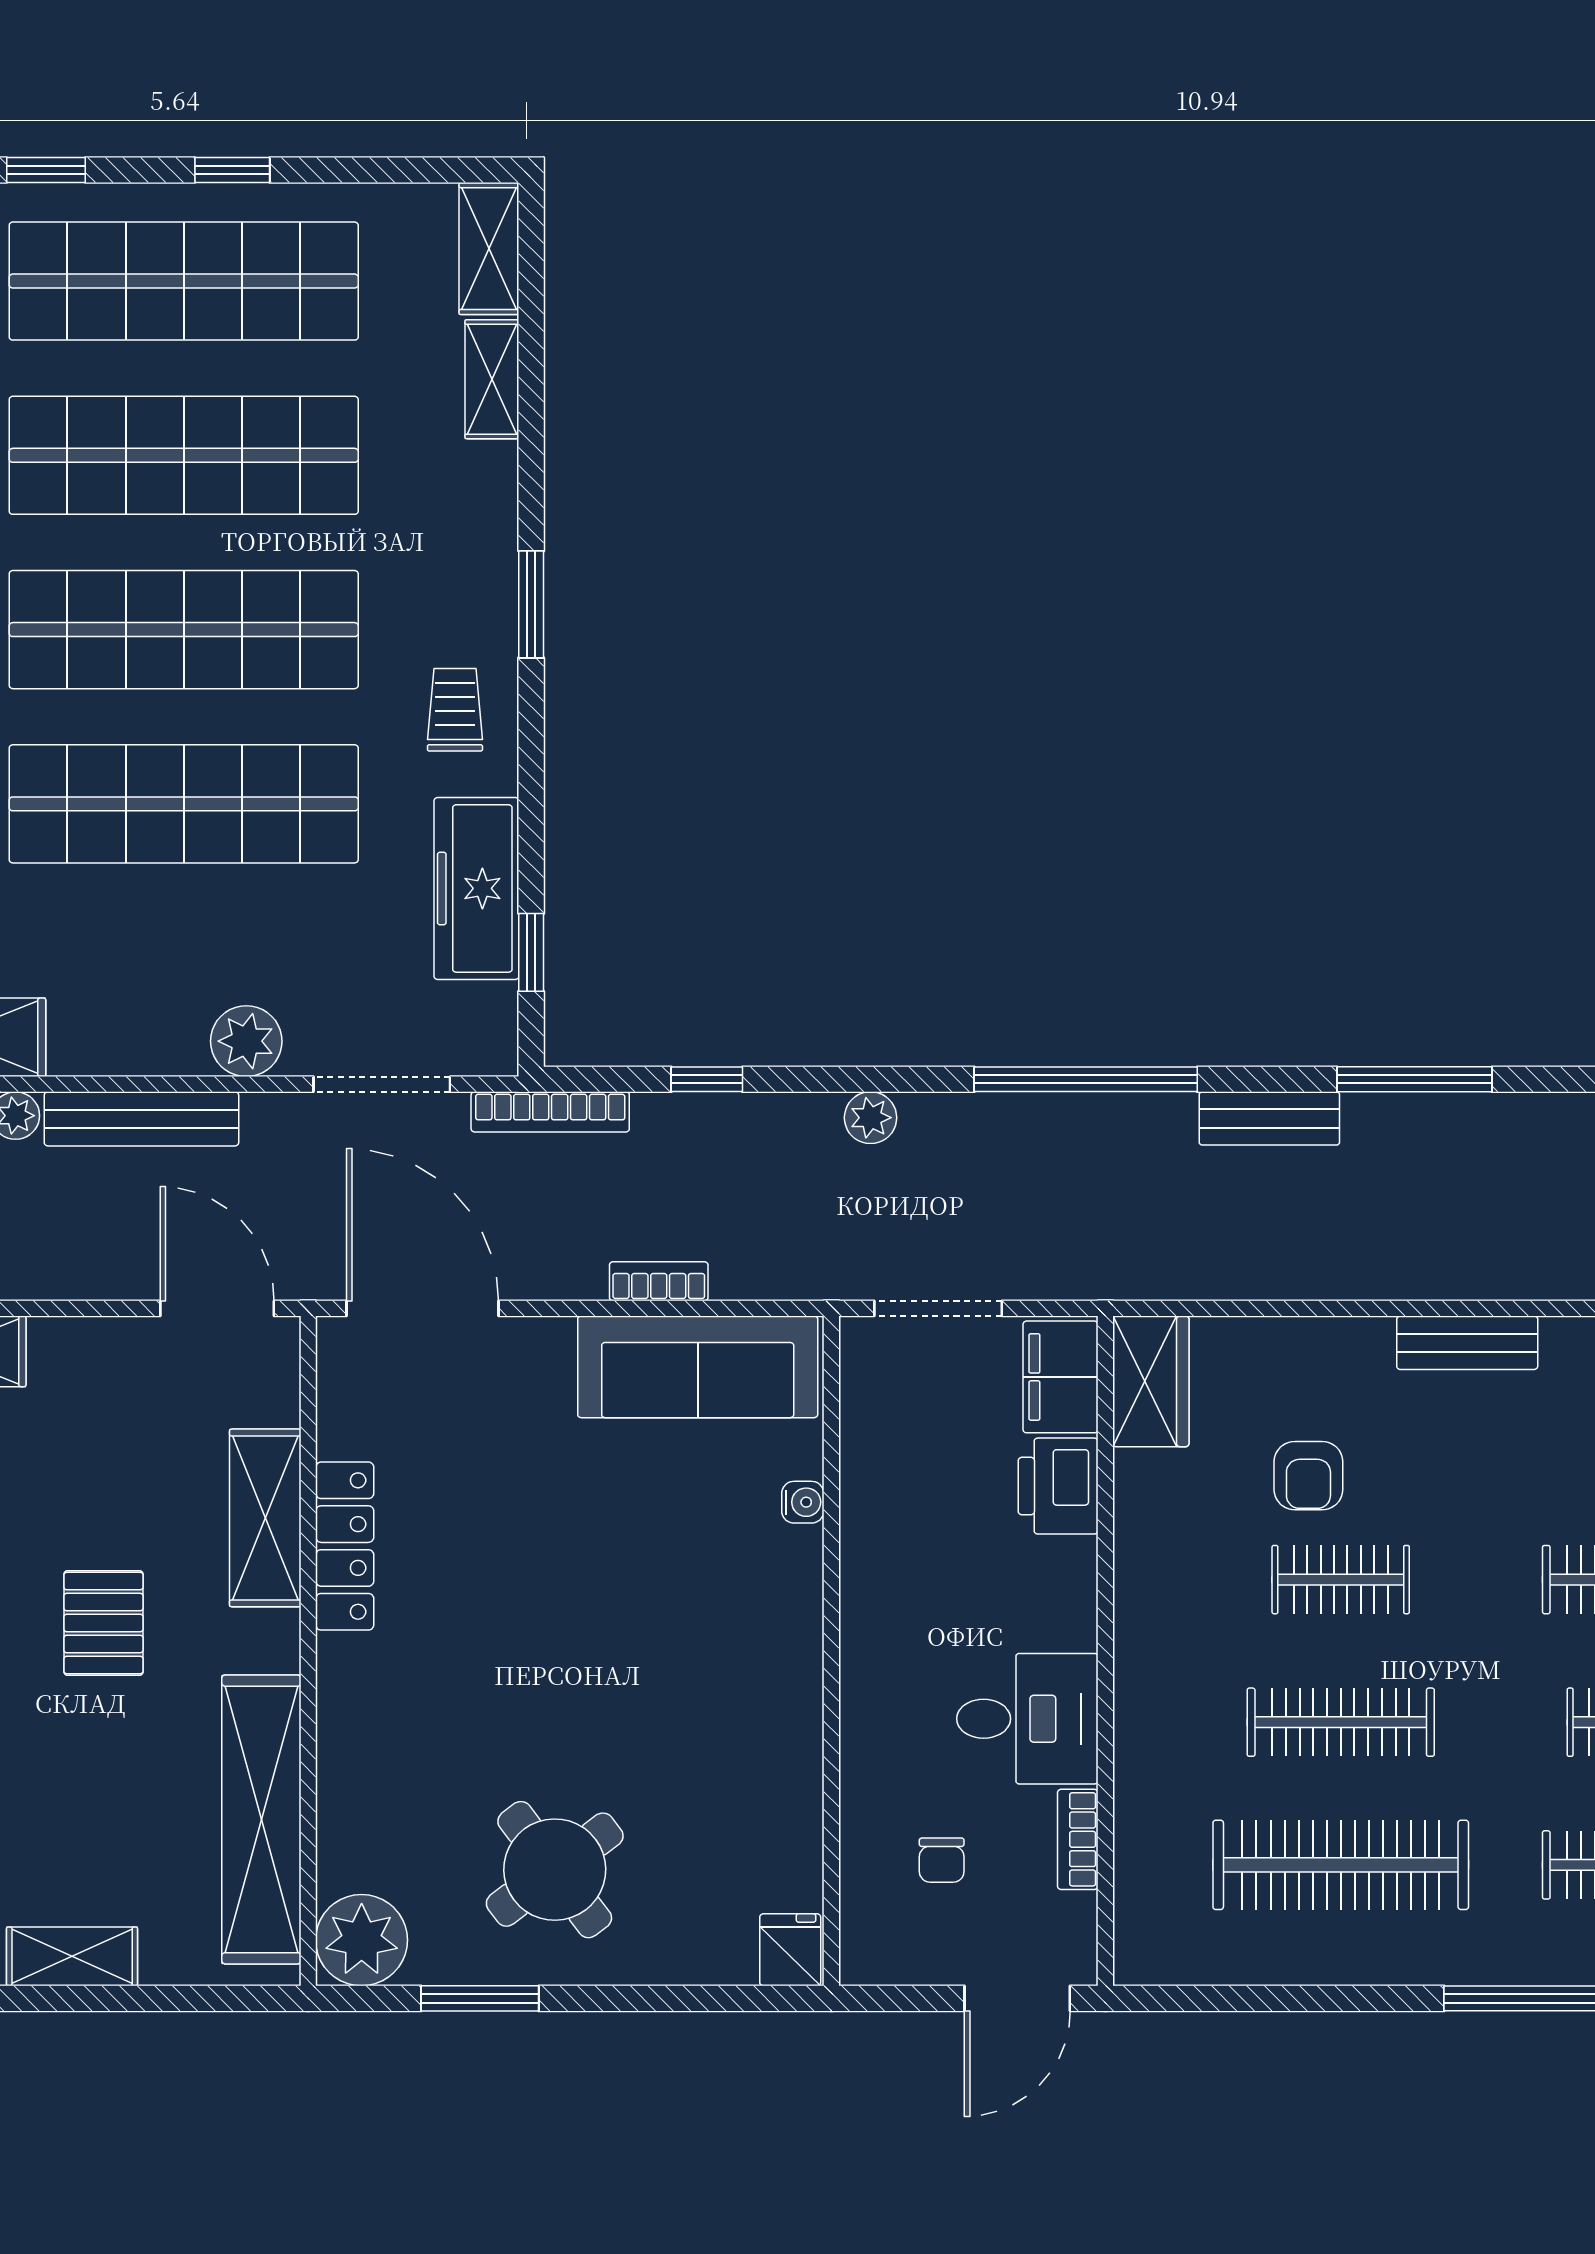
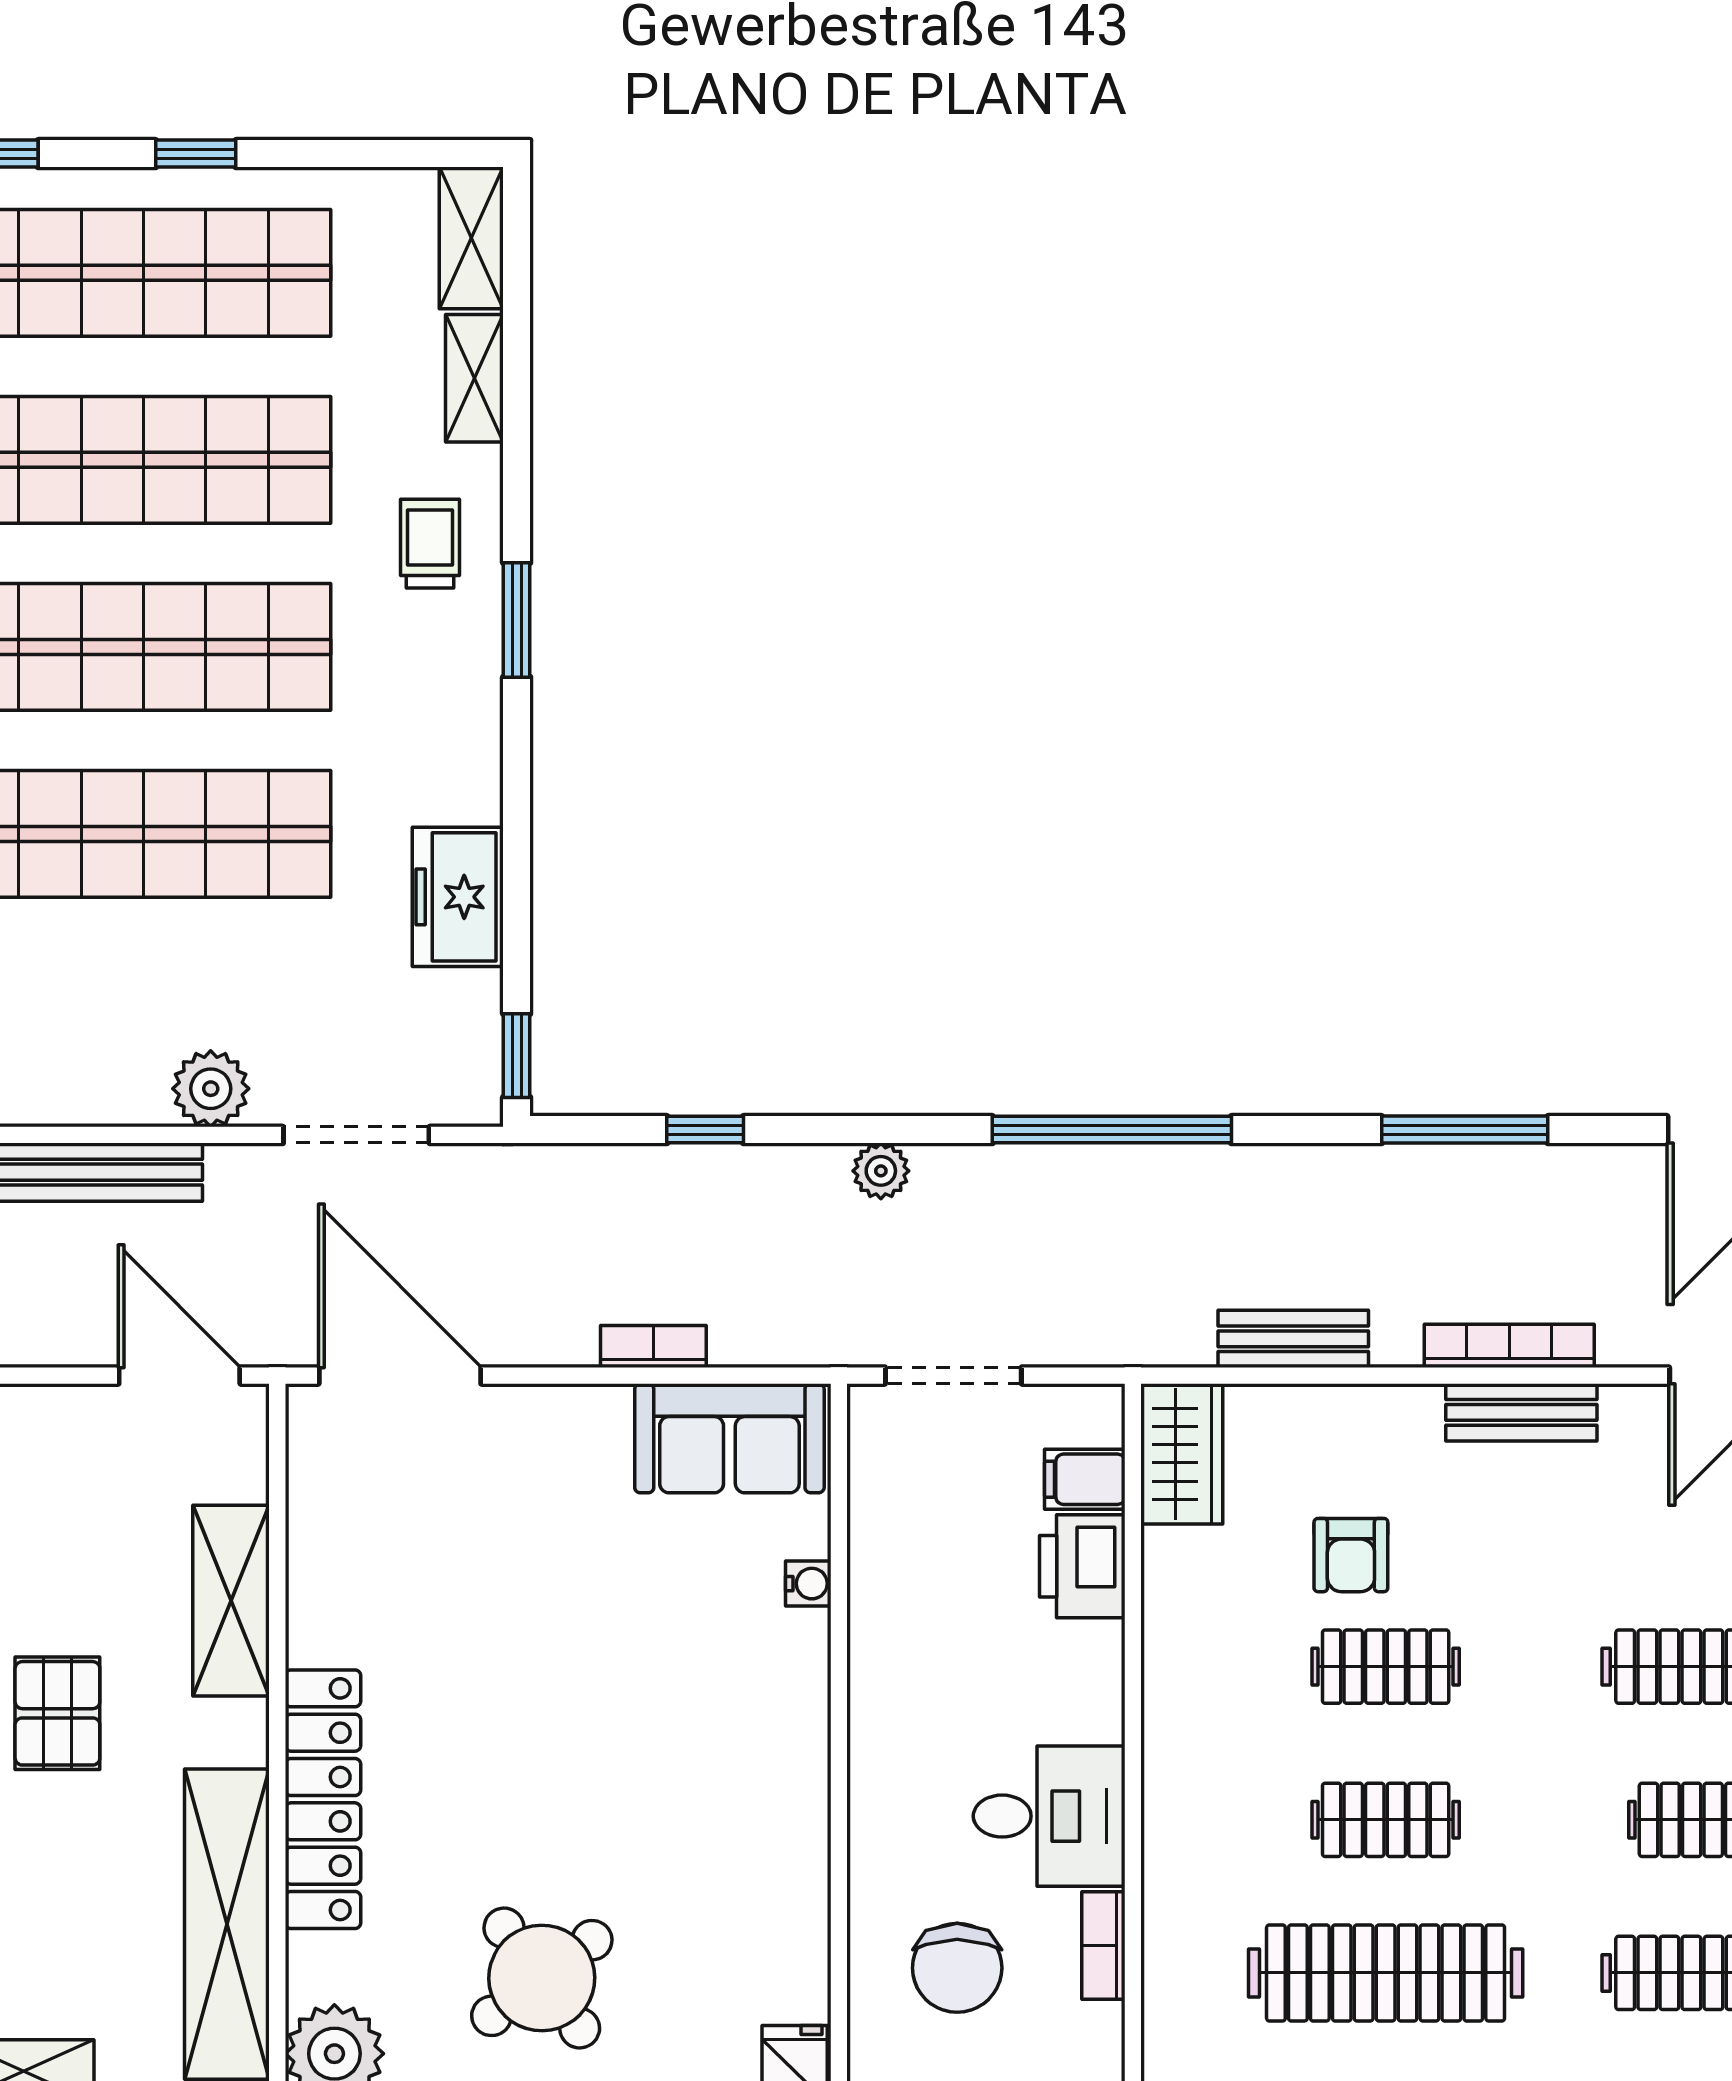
trolley: (455, 710) -> (430, 544), moved
freezer: (476, 888) -> (458, 897), width x0.71
window: (531, 952) -> (517, 1056), moved
bookcase: (550, 1112) -> (1509, 1346), moved, turned 180
bench: (1269, 1118) -> (1293, 1339), moved
sofa: (698, 1367) -> (729, 1438), width x0.73
filing cabinet: (1061, 1377) -> (1085, 1479), width x0.50
locker: (345, 1546) -> (323, 1799), moved, width x1.41, depth x1.21
clothes rail: (1341, 1722) -> (1386, 1820), width x0.73
chair: (942, 1860) -> (957, 1968), width x1.87, depth x1.87

